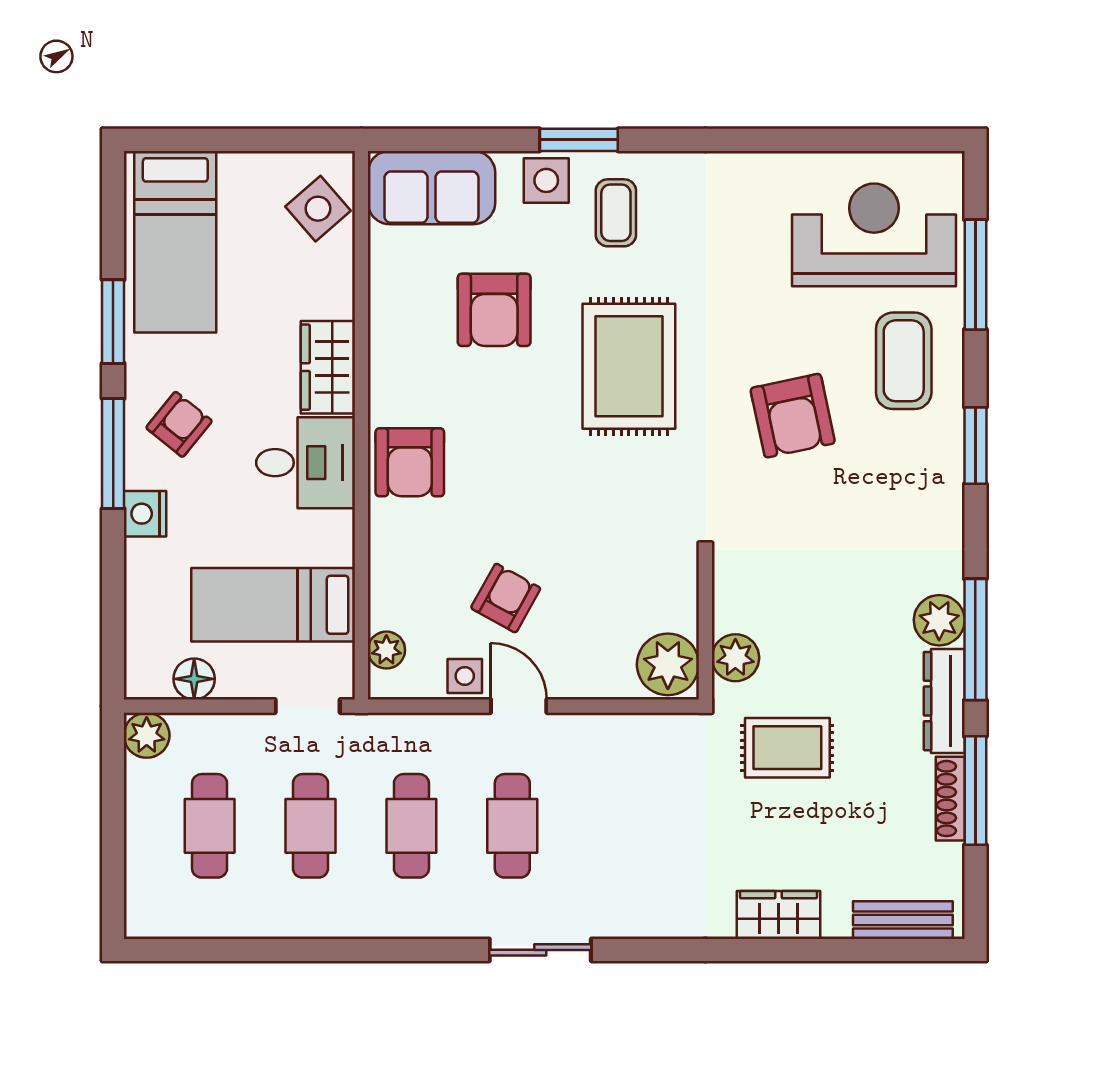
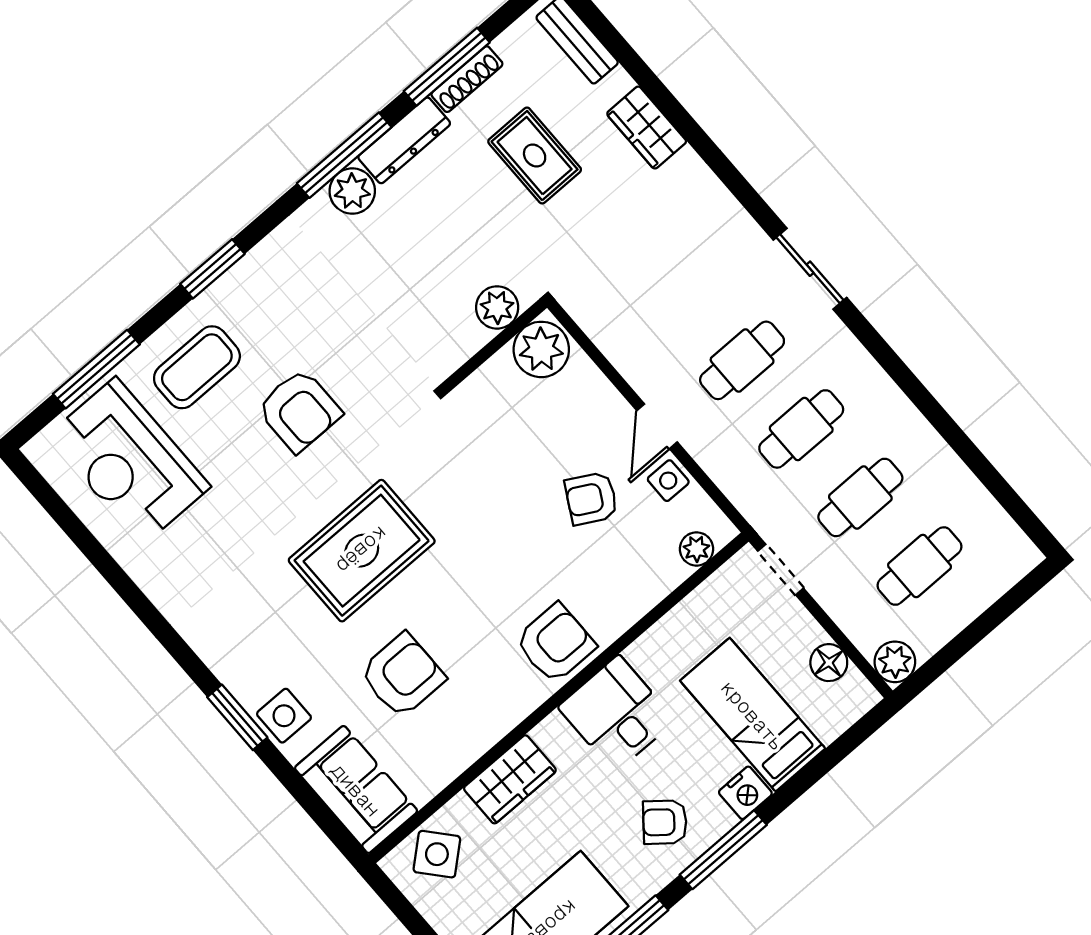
coffee table: (616, 213) -> (265, 649), removed
wardrobe: (328, 367) -> (510, 779), moved
armchair: (793, 416) -> (299, 410), turned 102
bed: (273, 605) -> (753, 715), moved, turned 180
rug: (787, 748) -> (535, 156), moved

